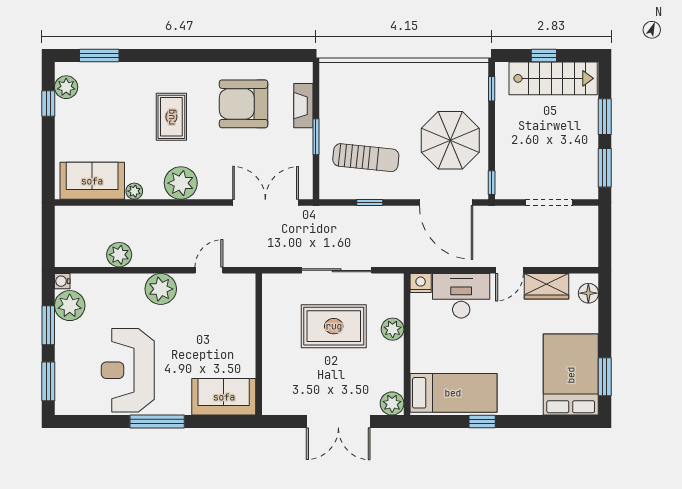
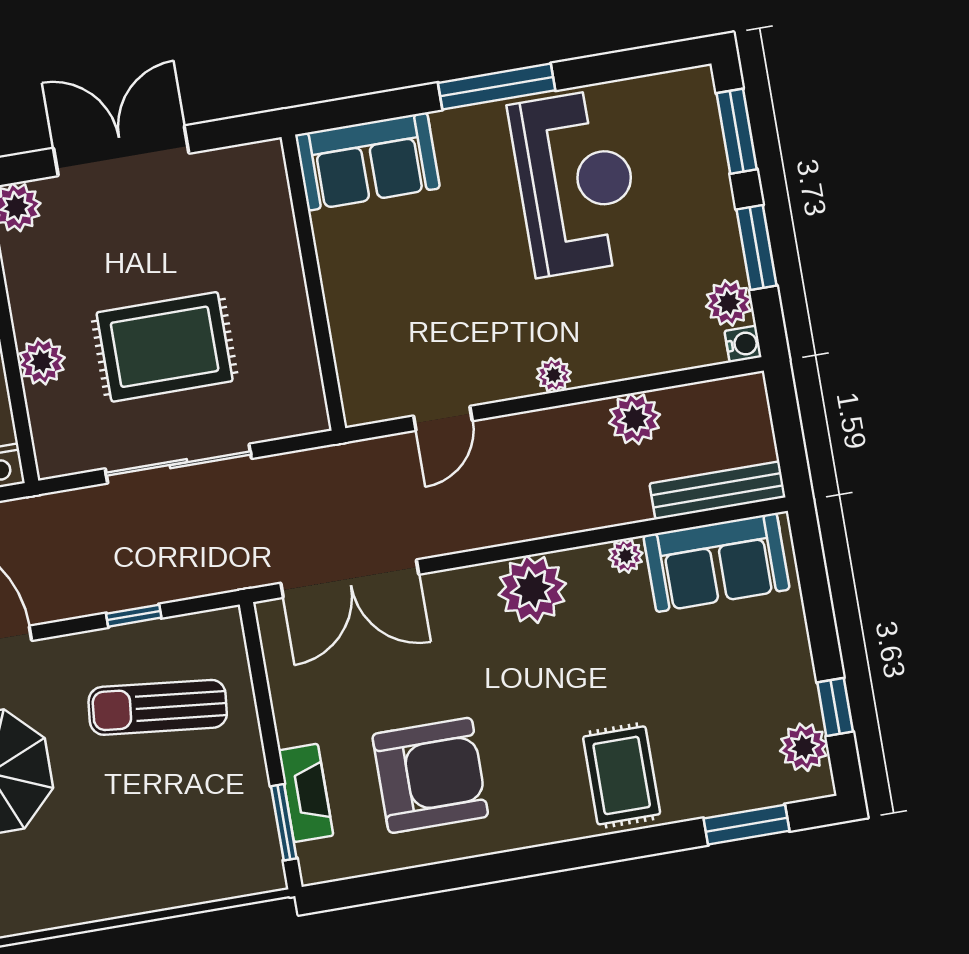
rug: (171, 117) -> (622, 775), moved
window: (316, 137) -> (284, 822), moved
bench: (86, 215) -> (718, 490), added
plant: (161, 289) -> (554, 375), width x0.53, depth x0.53
plant: (70, 306) -> (729, 303), width x0.73, depth x0.73

